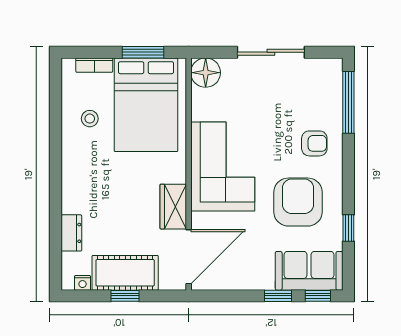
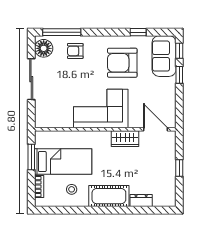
floor lamp: (206, 73) -> (44, 48), moved
bed: (146, 105) -> (63, 162), width x0.67
armchair: (314, 143) -> (75, 51), moved, turned -90
door: (189, 257) -> (156, 129), width x0.73
cot: (125, 273) -> (109, 196), moved, turned 90
nightstand: (83, 283) -> (171, 194), removed

